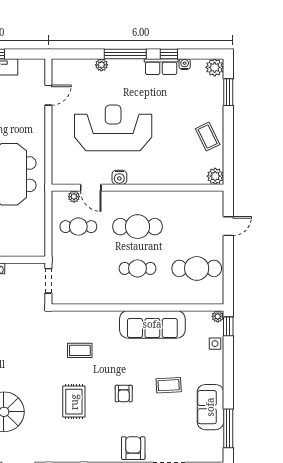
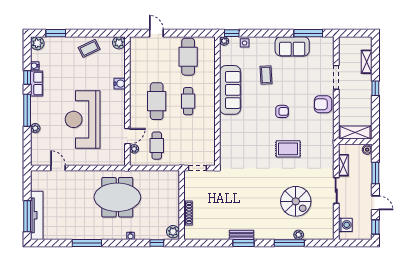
water cooler: (119, 177) -> (120, 84), moved
coffee table: (80, 350) -> (250, 144), removed
coffee table: (169, 385) -> (266, 75), moved

